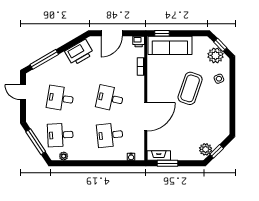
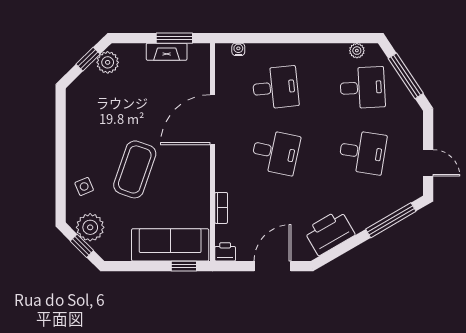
fireplace: (159, 155) -> (167, 52), moved

